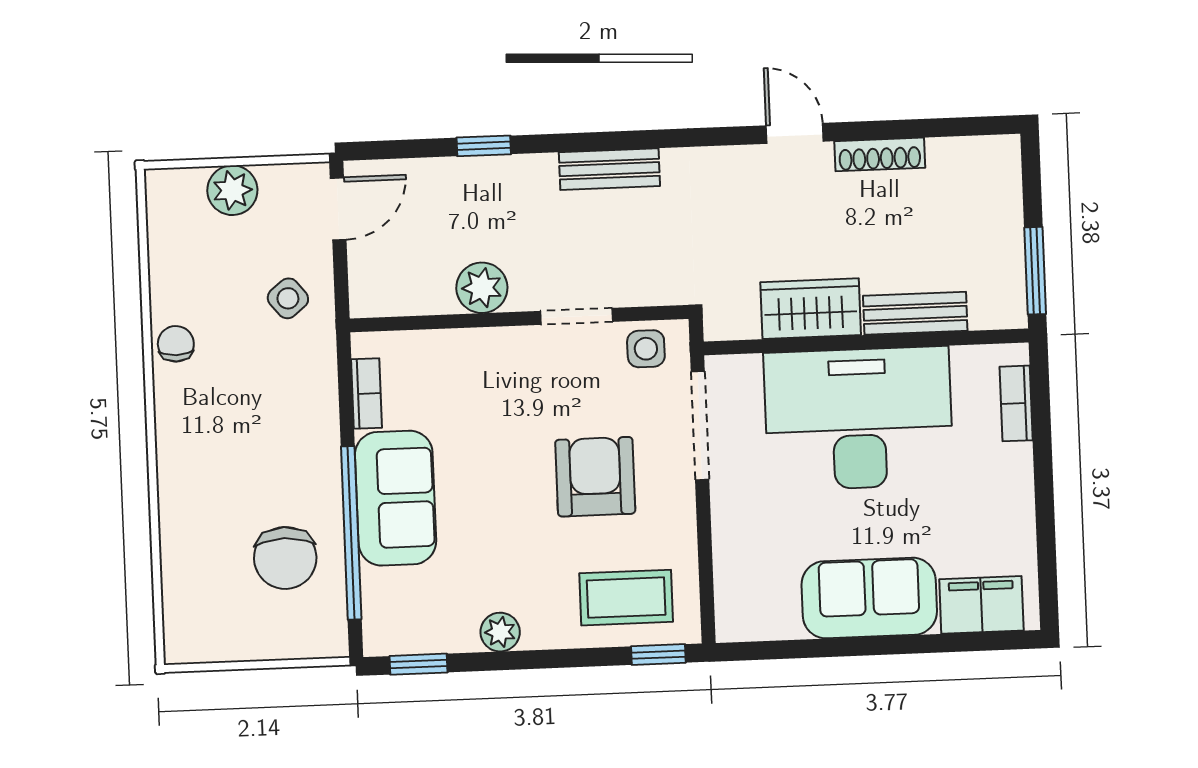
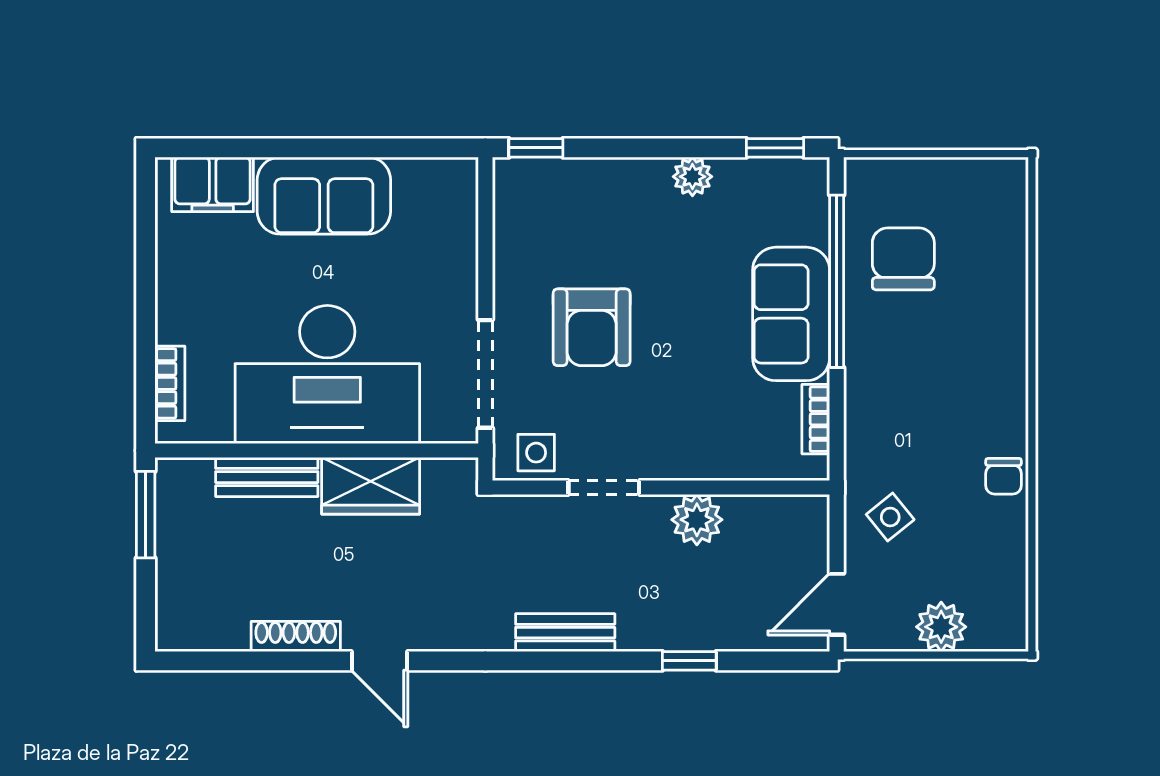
coffee table: (626, 598) -> (566, 206), removed

